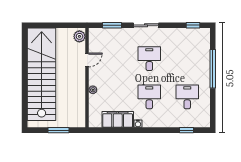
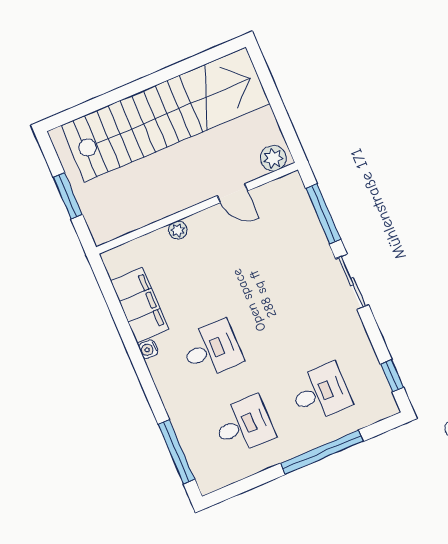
window: (112, 25) -> (323, 214), width x1.44
desk: (149, 59) -> (320, 393), moved
window: (186, 130) -> (176, 452), width x2.17

